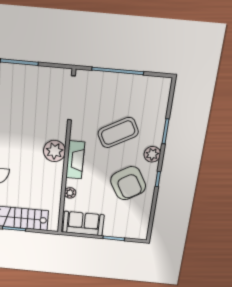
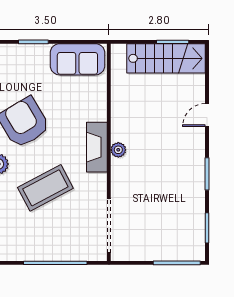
plant: (54, 151) -> (118, 150), width x0.53, depth x0.53
plant: (70, 193) -> (100, 101), removed

